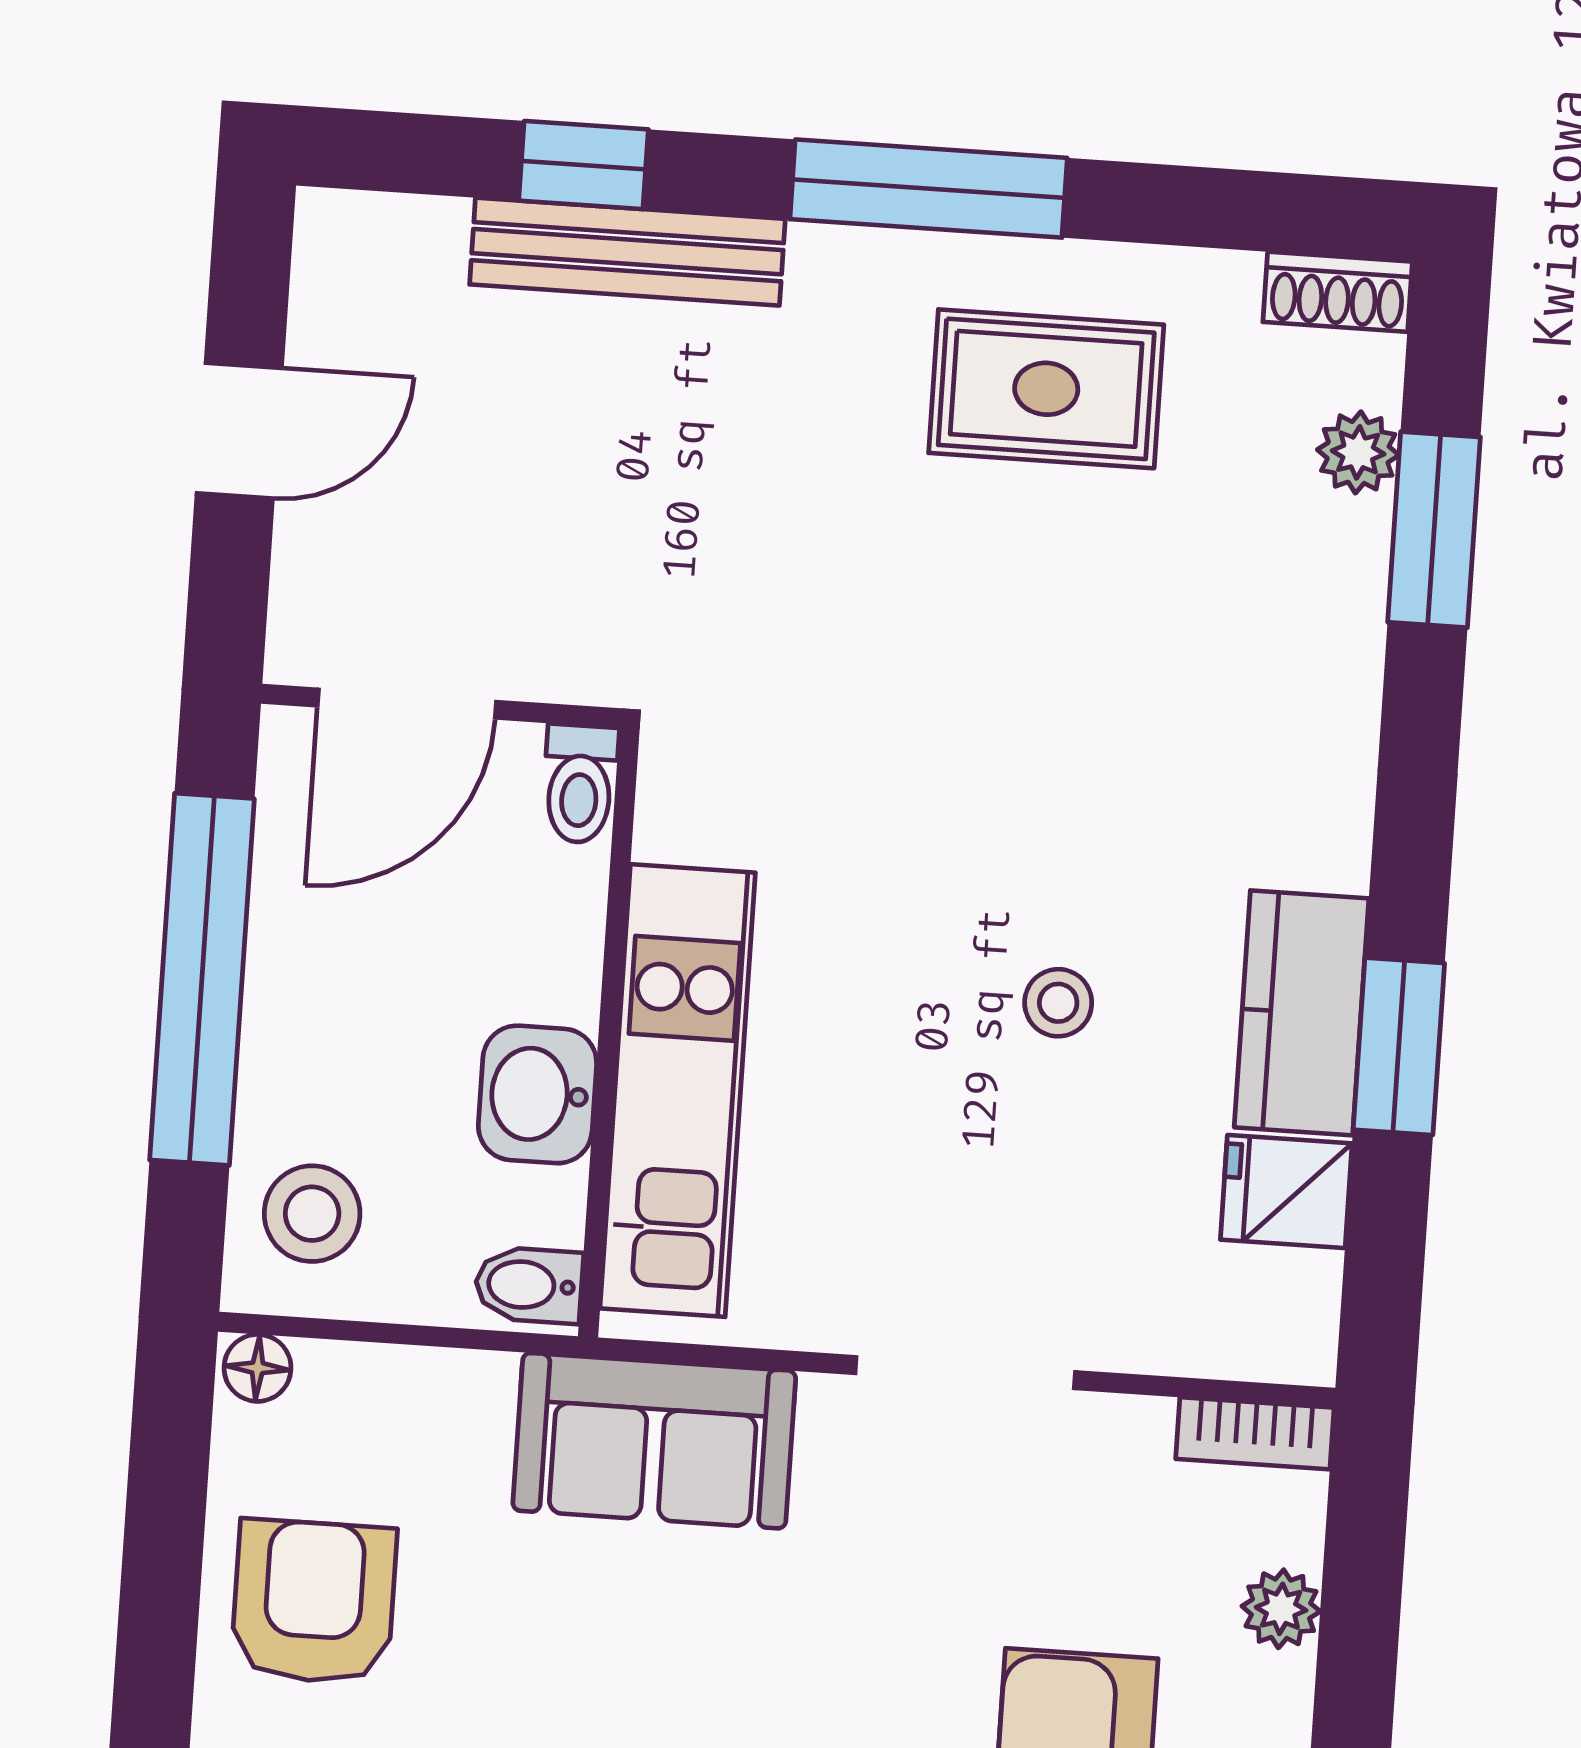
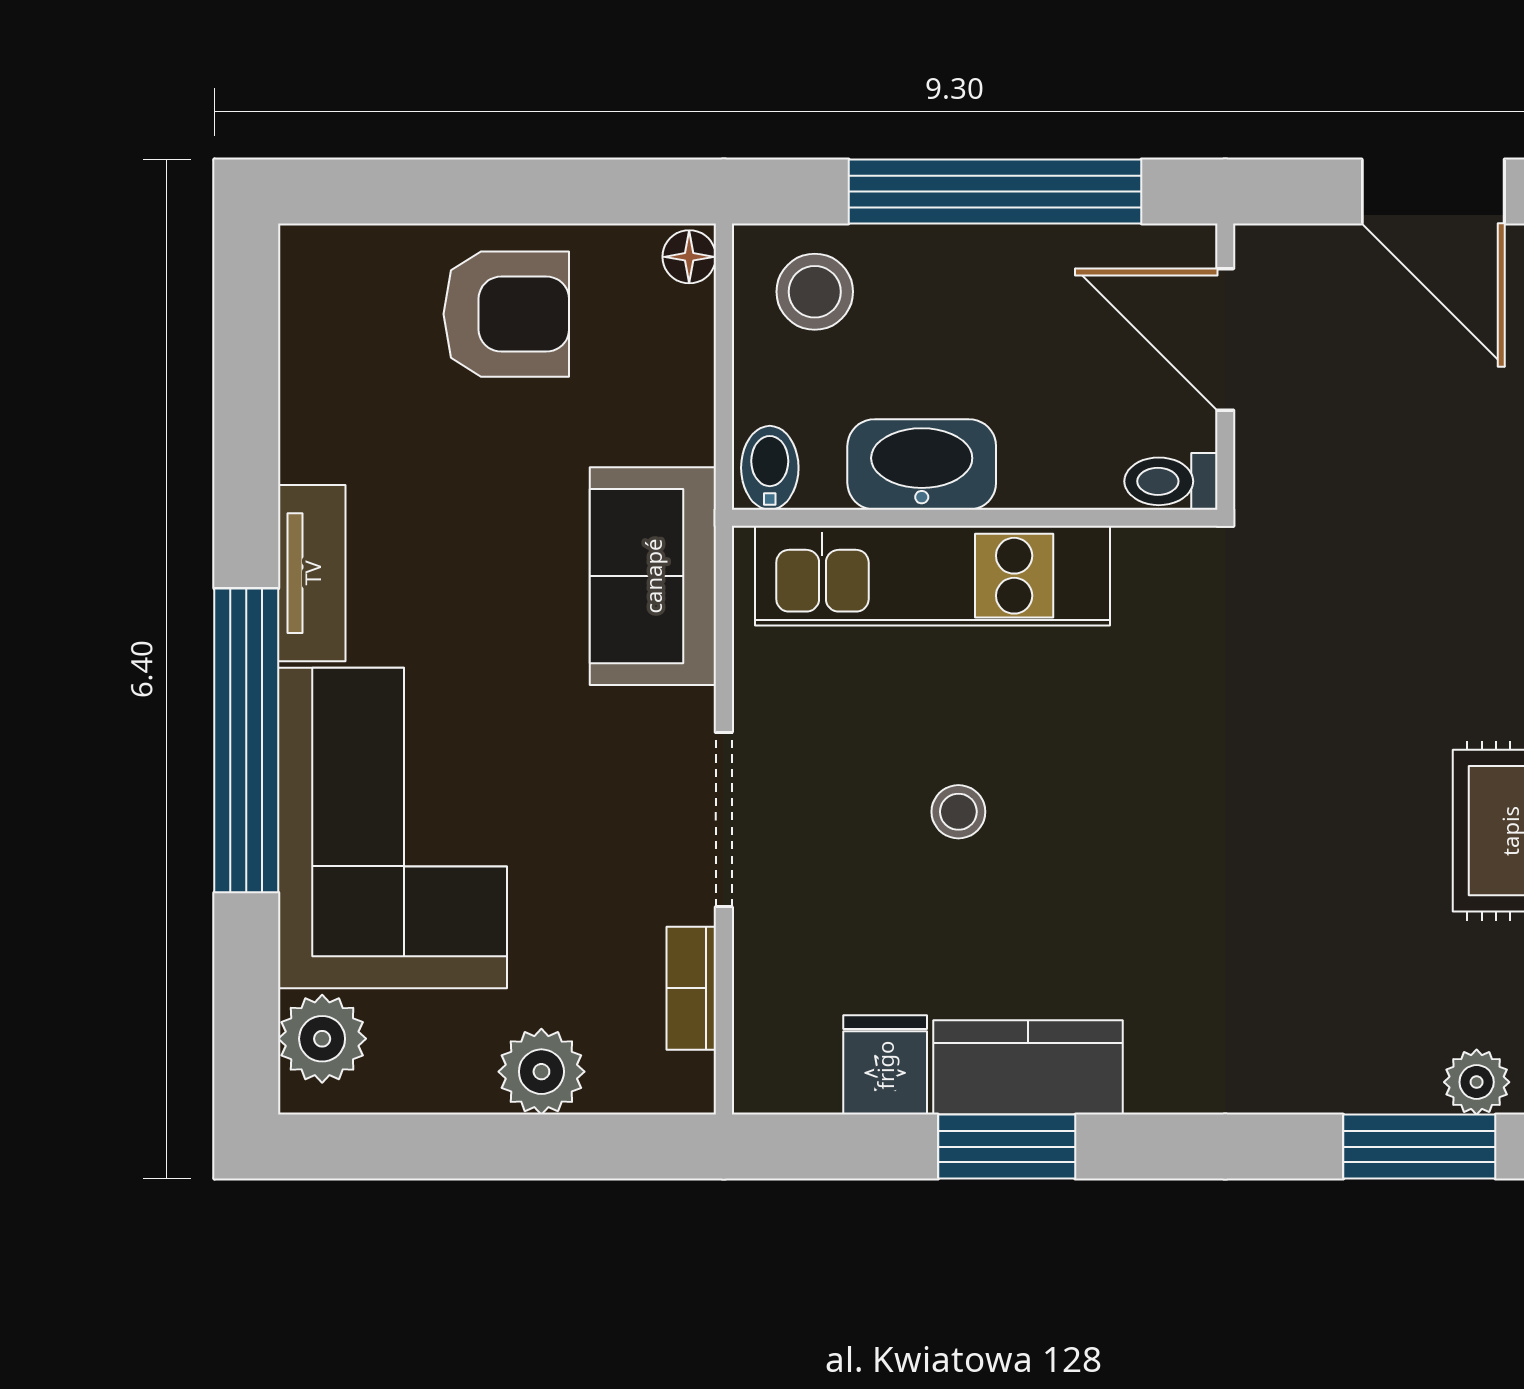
door: (239, 431) -> (1433, 191), width x1.38
stool: (1058, 1003) -> (958, 812), moved
washbasin: (537, 1094) -> (922, 464), width x1.38
bookcase: (1255, 1433) -> (691, 988), moved
plant: (1281, 1609) -> (541, 1072), width x1.38, depth x1.38

